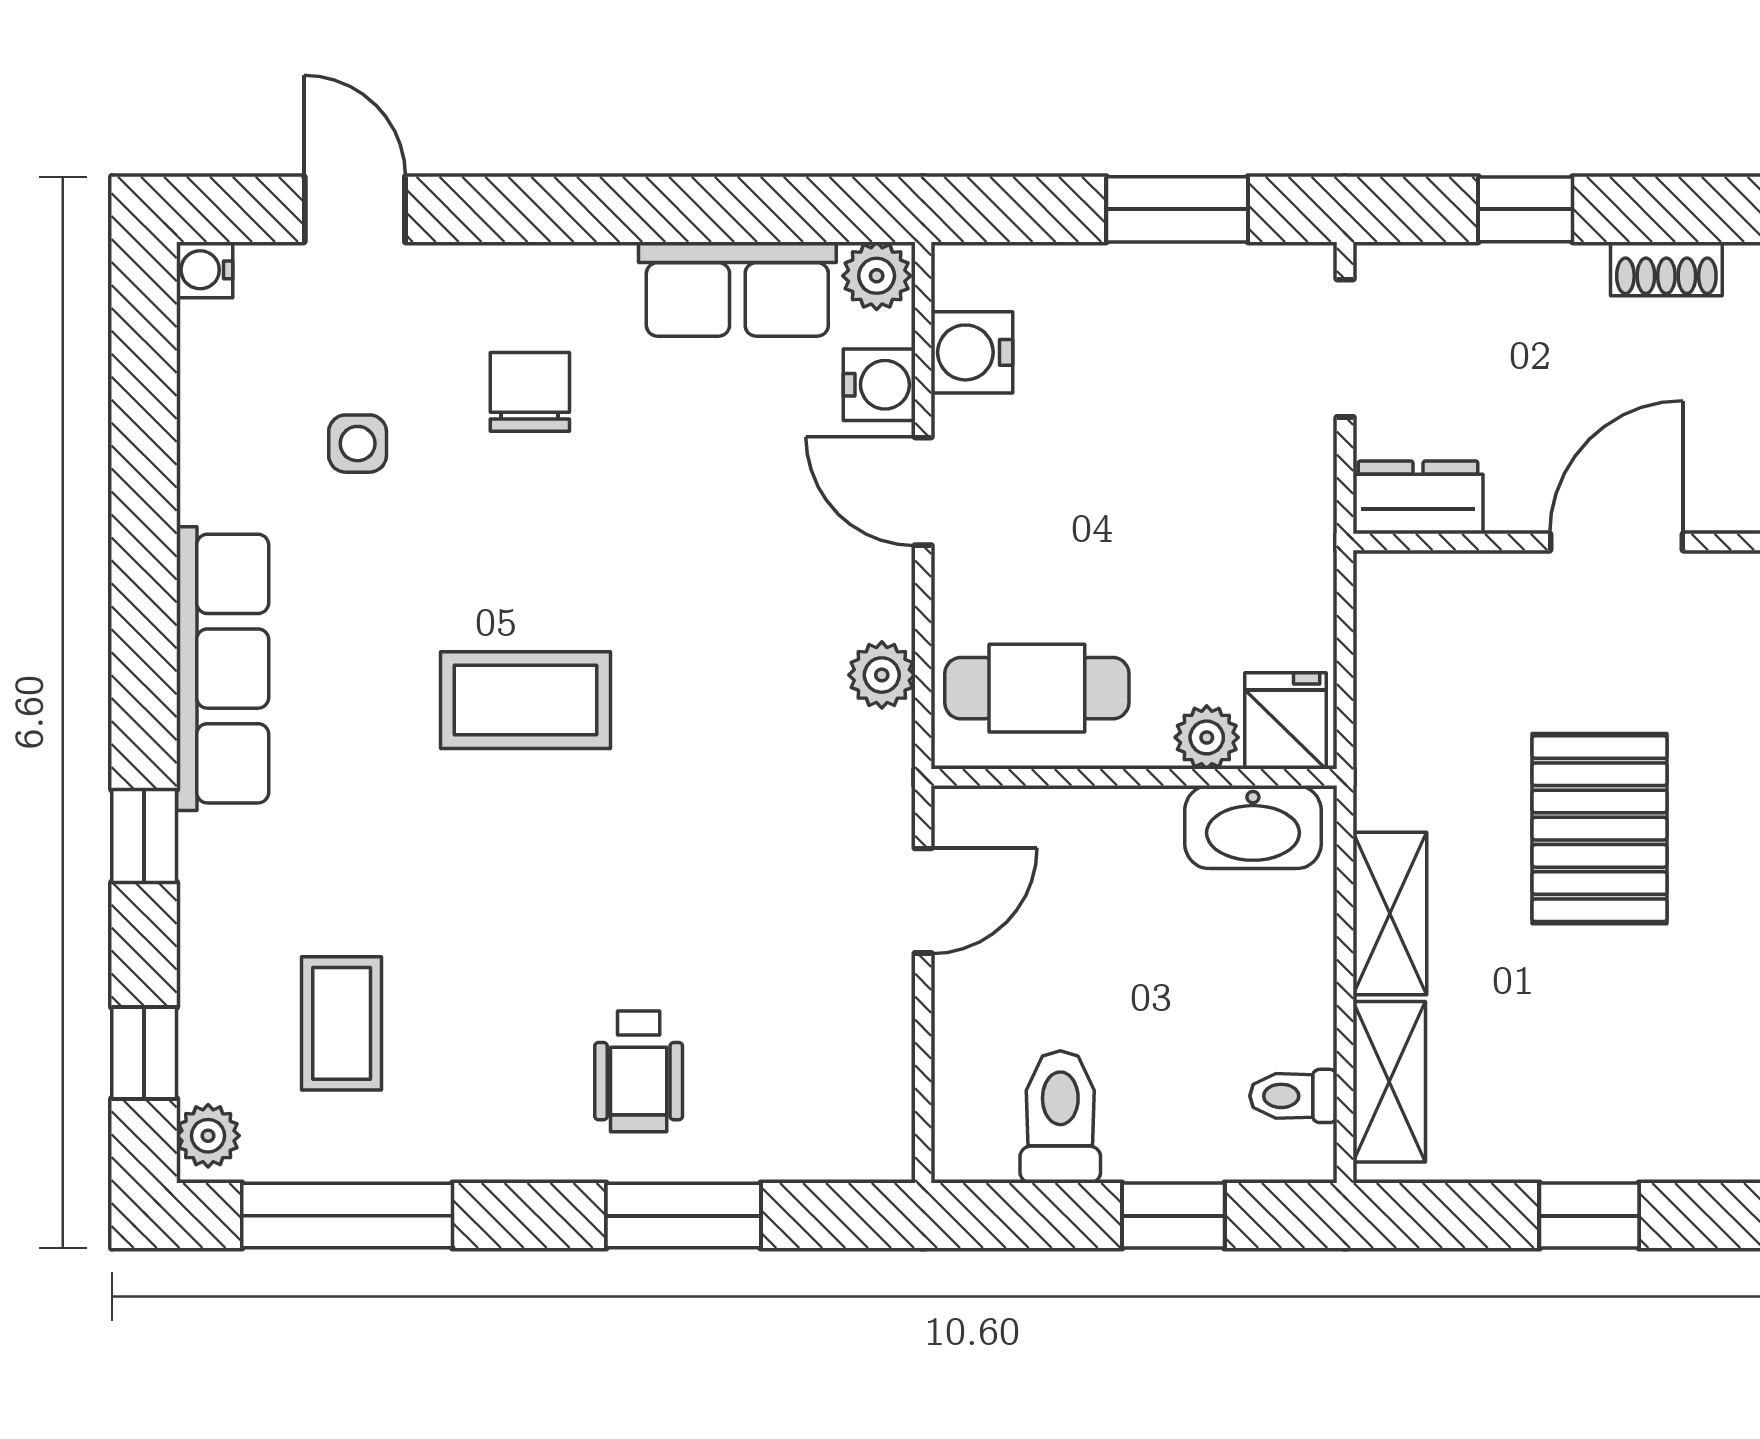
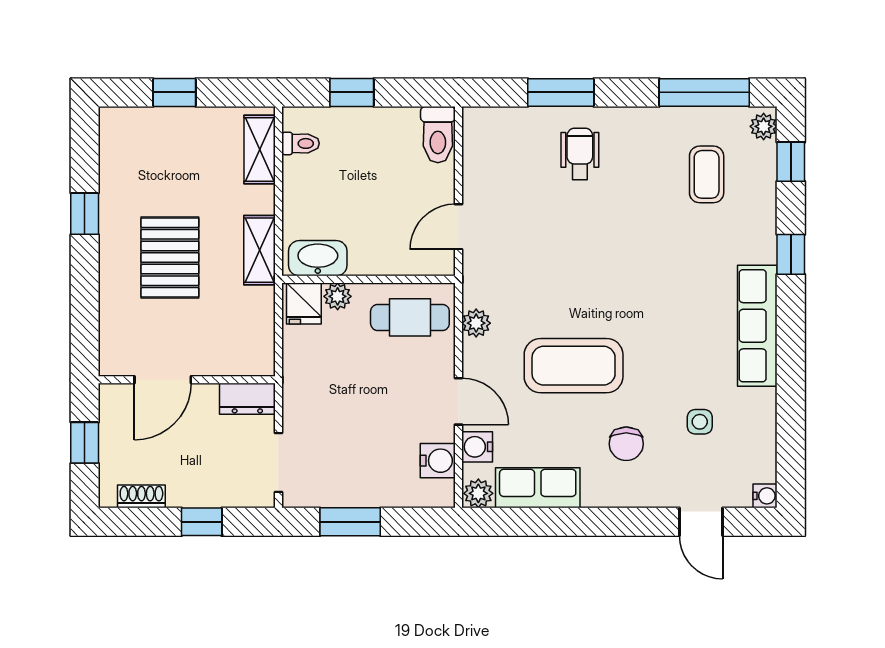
coffee table: (525, 700) -> (574, 366), moved, width x1.36, depth x1.32
shelving: (1390, 914) -> (259, 250), moved
toilet: (1060, 1117) -> (438, 135), moved

